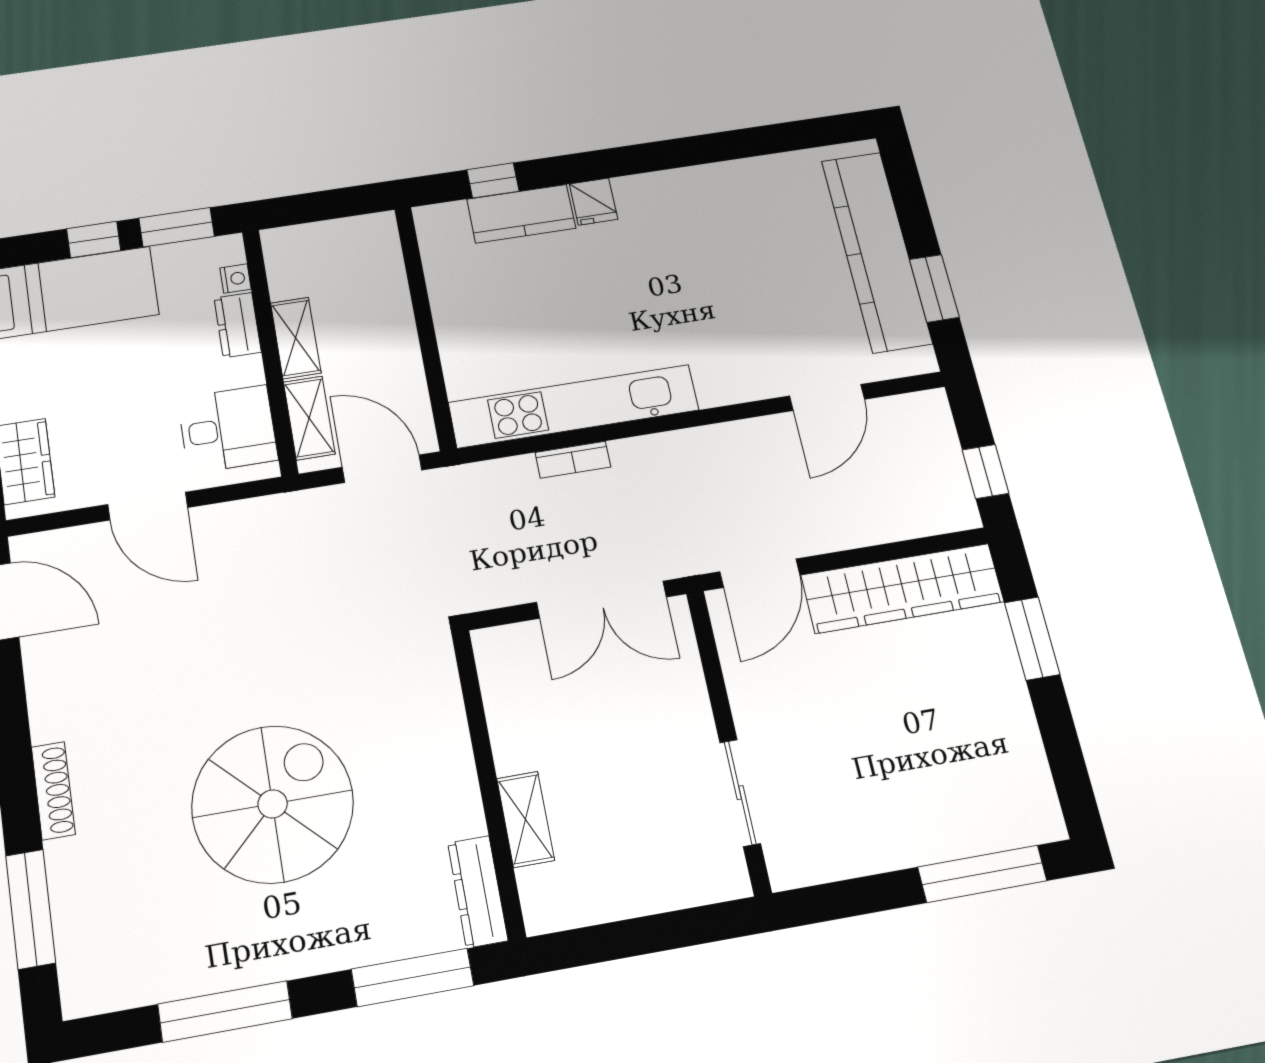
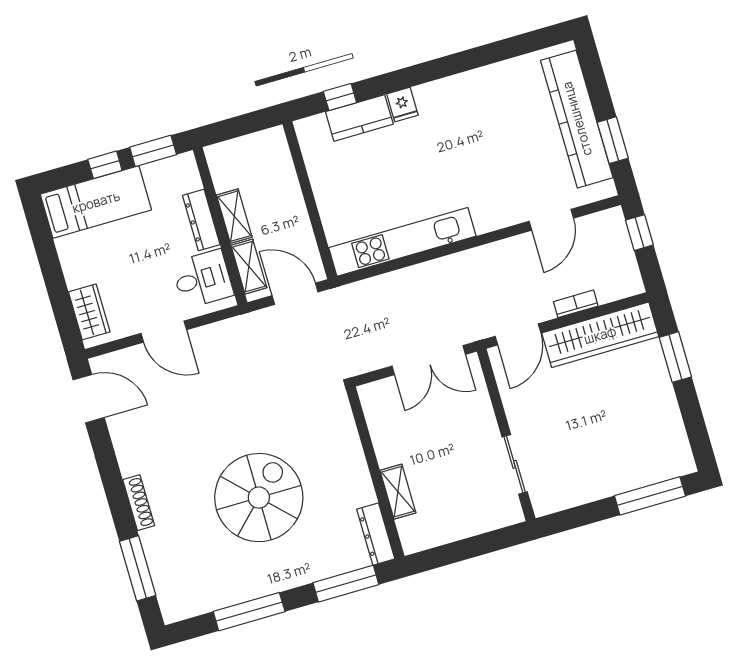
nightstand: (235, 279) -> (193, 181), removed
dresser: (238, 325) -> (201, 220), width x1.44
bookcase: (573, 460) -> (576, 304), moved, turned 180
window: (985, 472) -> (639, 233), moved

